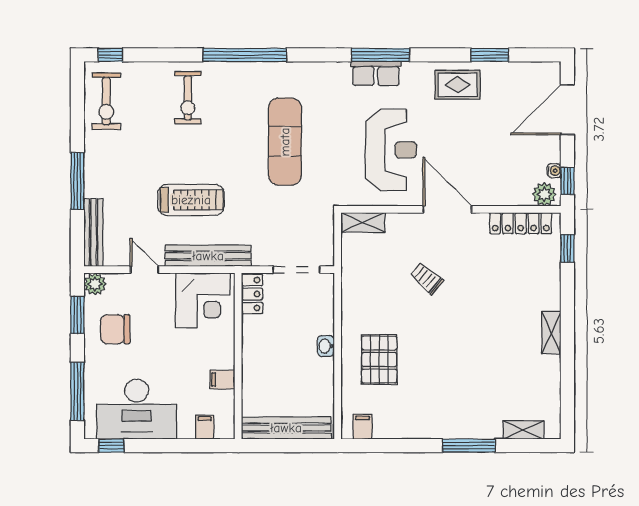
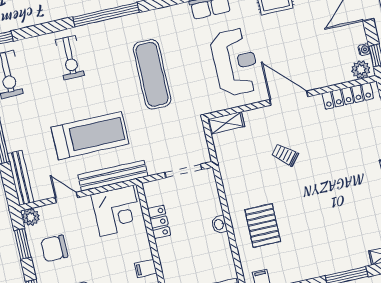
treadmill: (191, 200) -> (90, 136), width x1.37, depth x1.38
locker: (252, 294) -> (159, 222), moved

